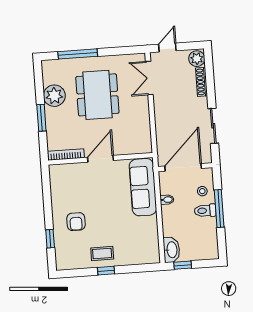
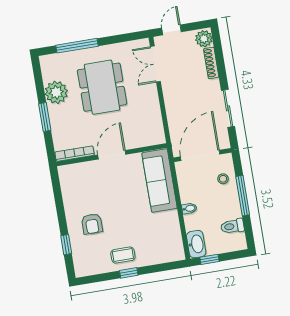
bidet: (167, 200) -> (189, 208), moved
toilet: (205, 211) -> (232, 226), moved

